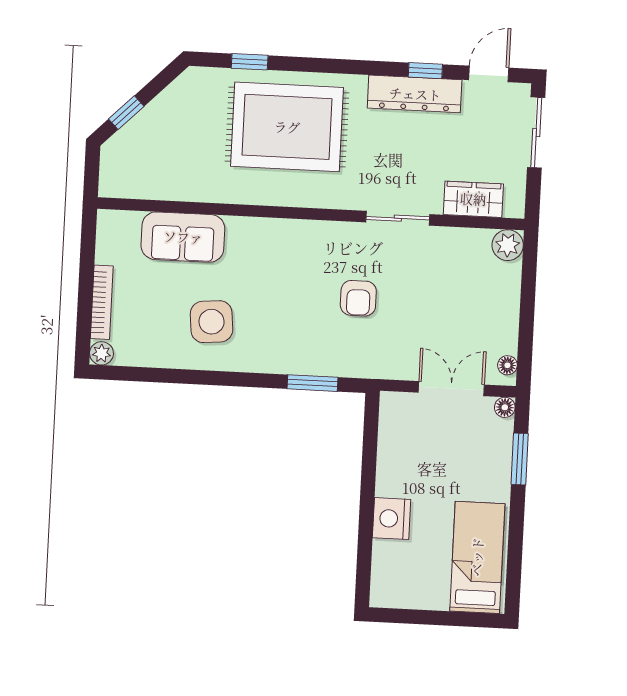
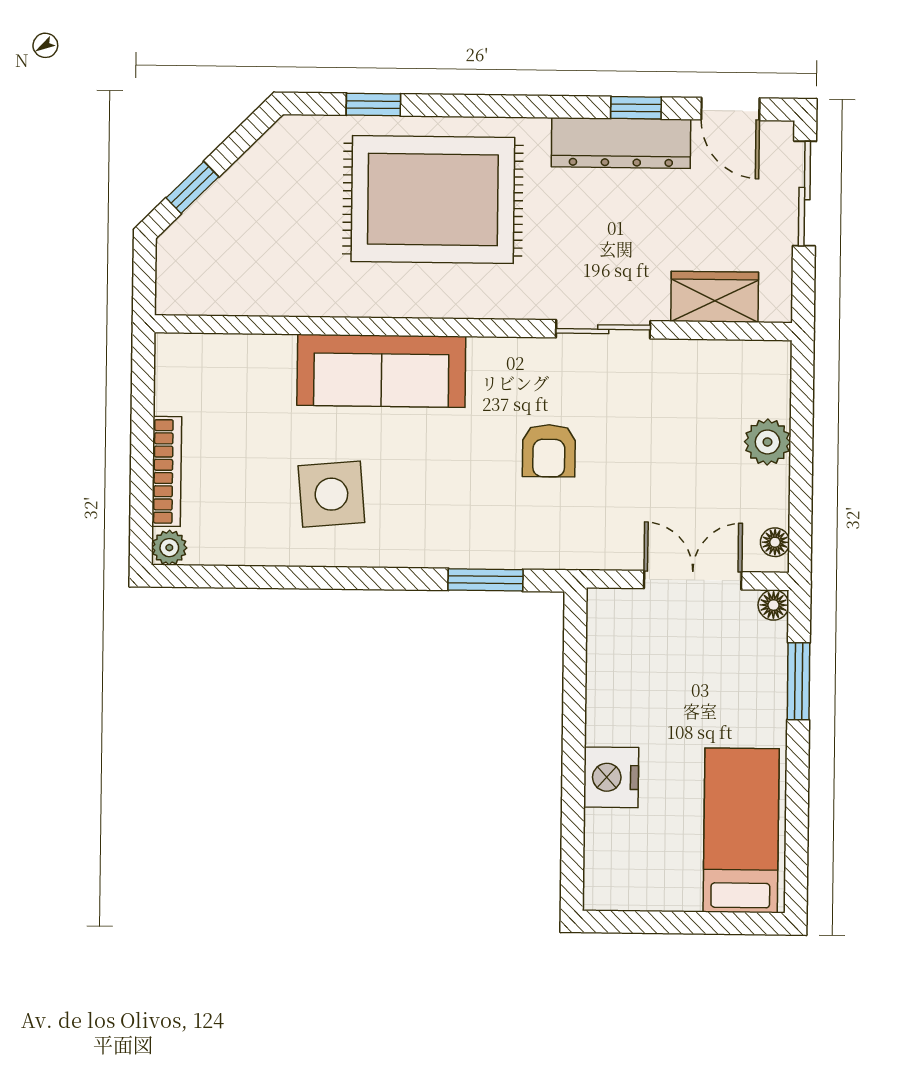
door: (489, 74) -> (730, 109), swing flipped
sofa: (183, 237) -> (381, 371), moved, width x1.36
plant: (508, 245) -> (767, 442), moved

